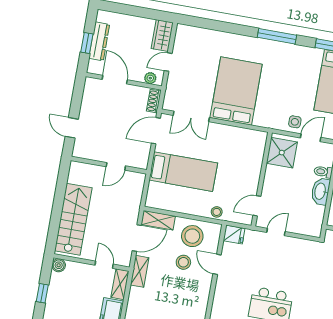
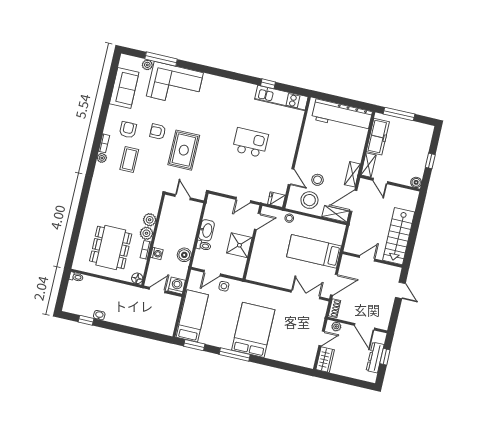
bed: (236, 91) -> (253, 330), moved, turned 180
shower: (282, 153) -> (239, 245), moved
stairs: (73, 219) -> (399, 236), moved

